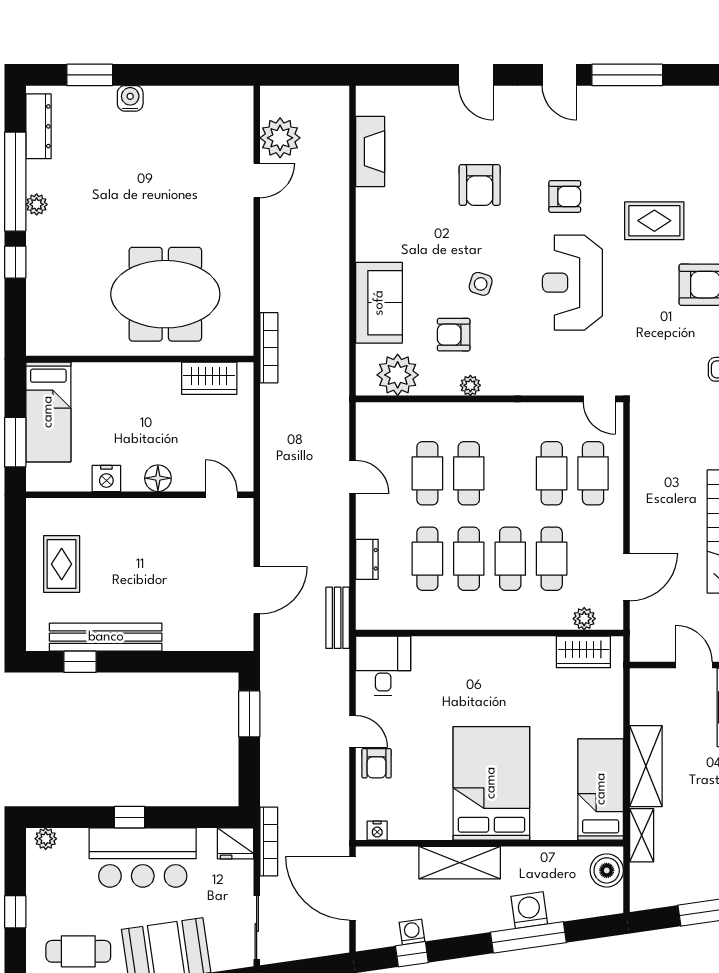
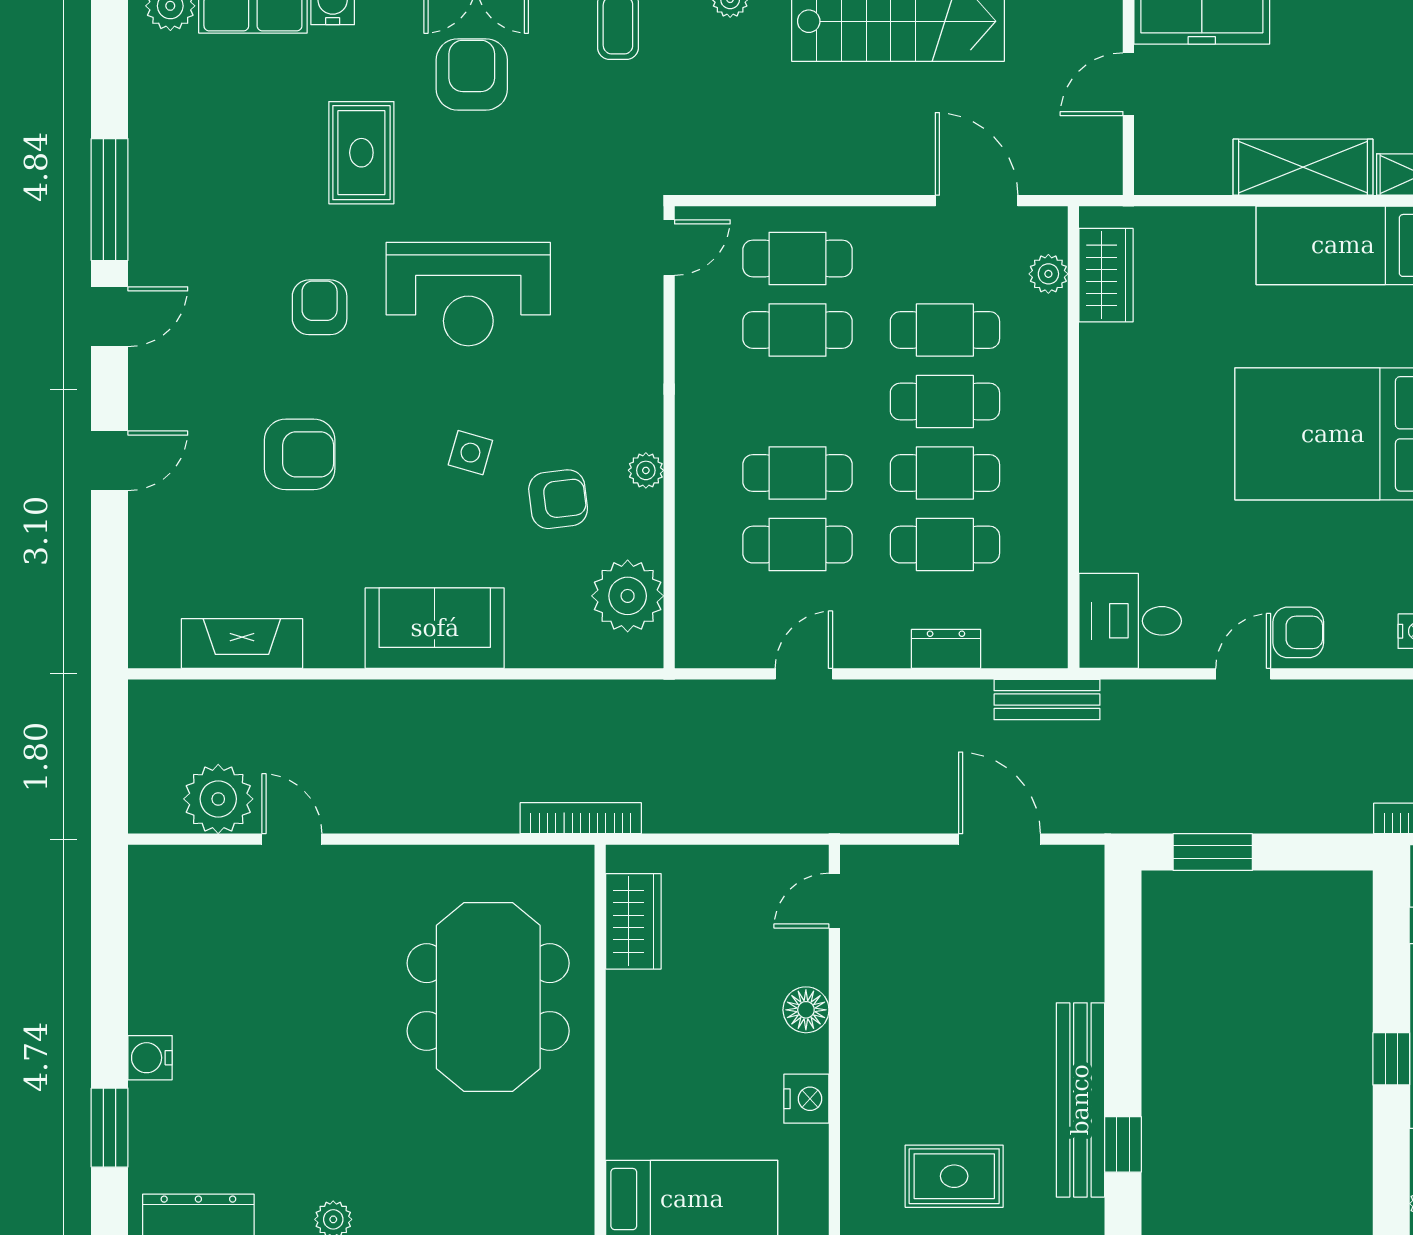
sofa: (379, 303) -> (435, 628), moved
armchair: (454, 335) -> (558, 499), turned -97

